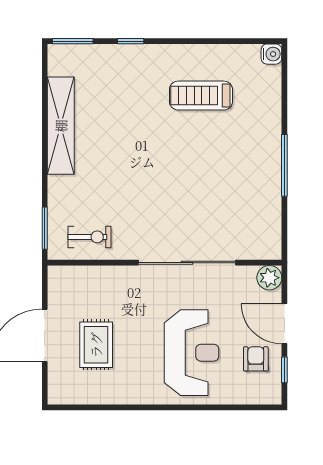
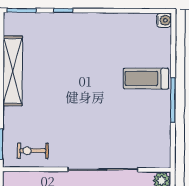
treadmill: (201, 96) -> (146, 79), moved
exercise bike: (89, 237) -> (33, 151), turned 180

